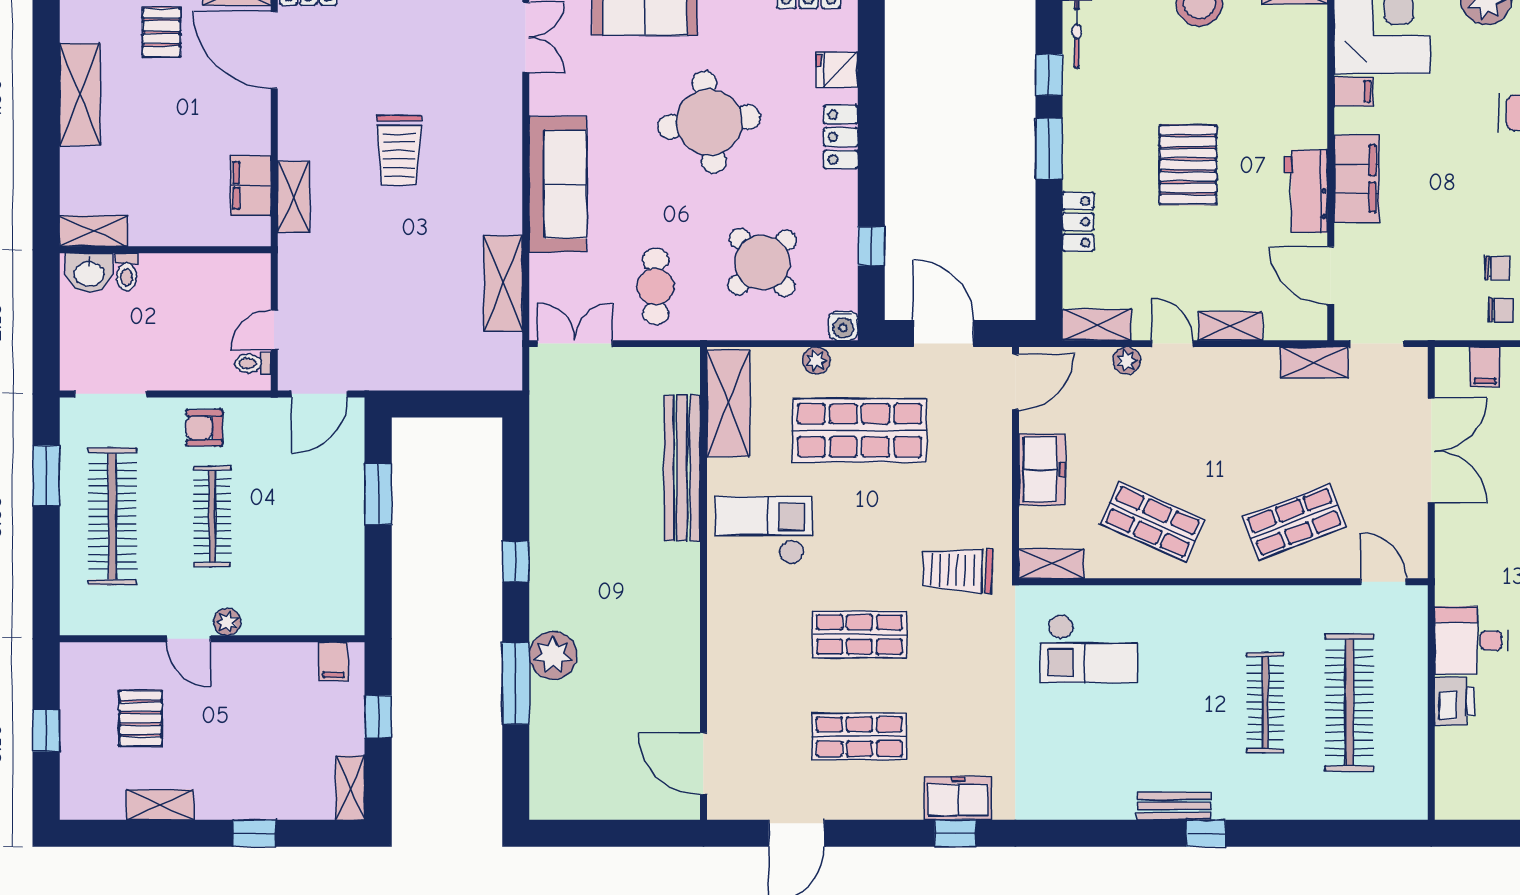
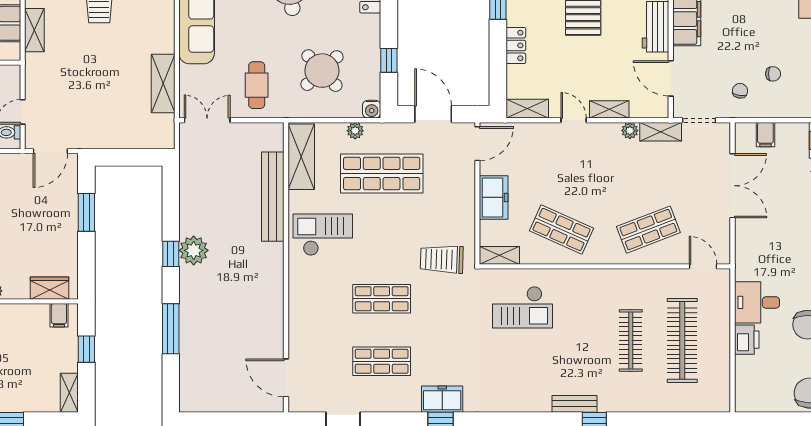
chair: (1501, 310) -> (740, 91), moved, turned -81
plant: (1126, 361) -> (630, 131), moved
wardrobe: (318, 617) -> (49, 288), added
plant: (553, 655) -> (194, 250), moved

